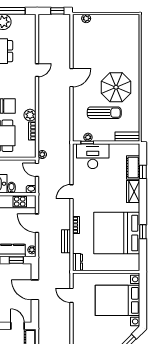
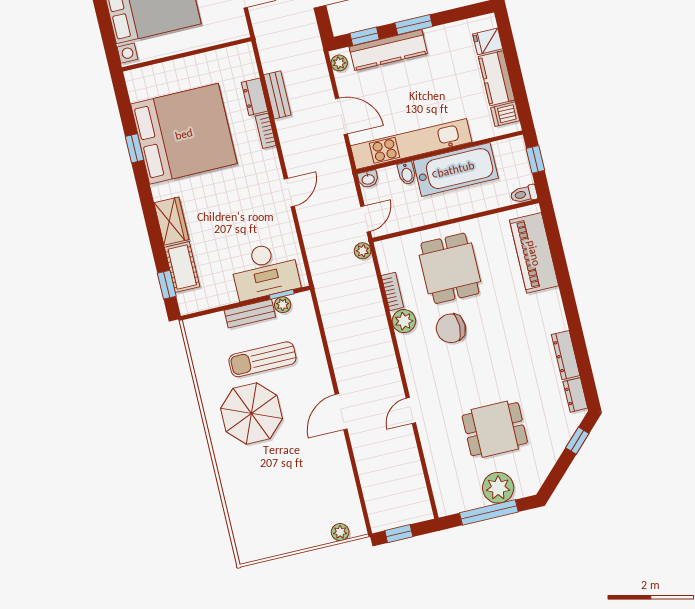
bench: (127, 137) -> (250, 314), moved
door: (37, 170) -> (366, 219), hinge flipped
window: (143, 172) -> (167, 285), moved
dresser: (78, 262) -> (255, 97), moved

